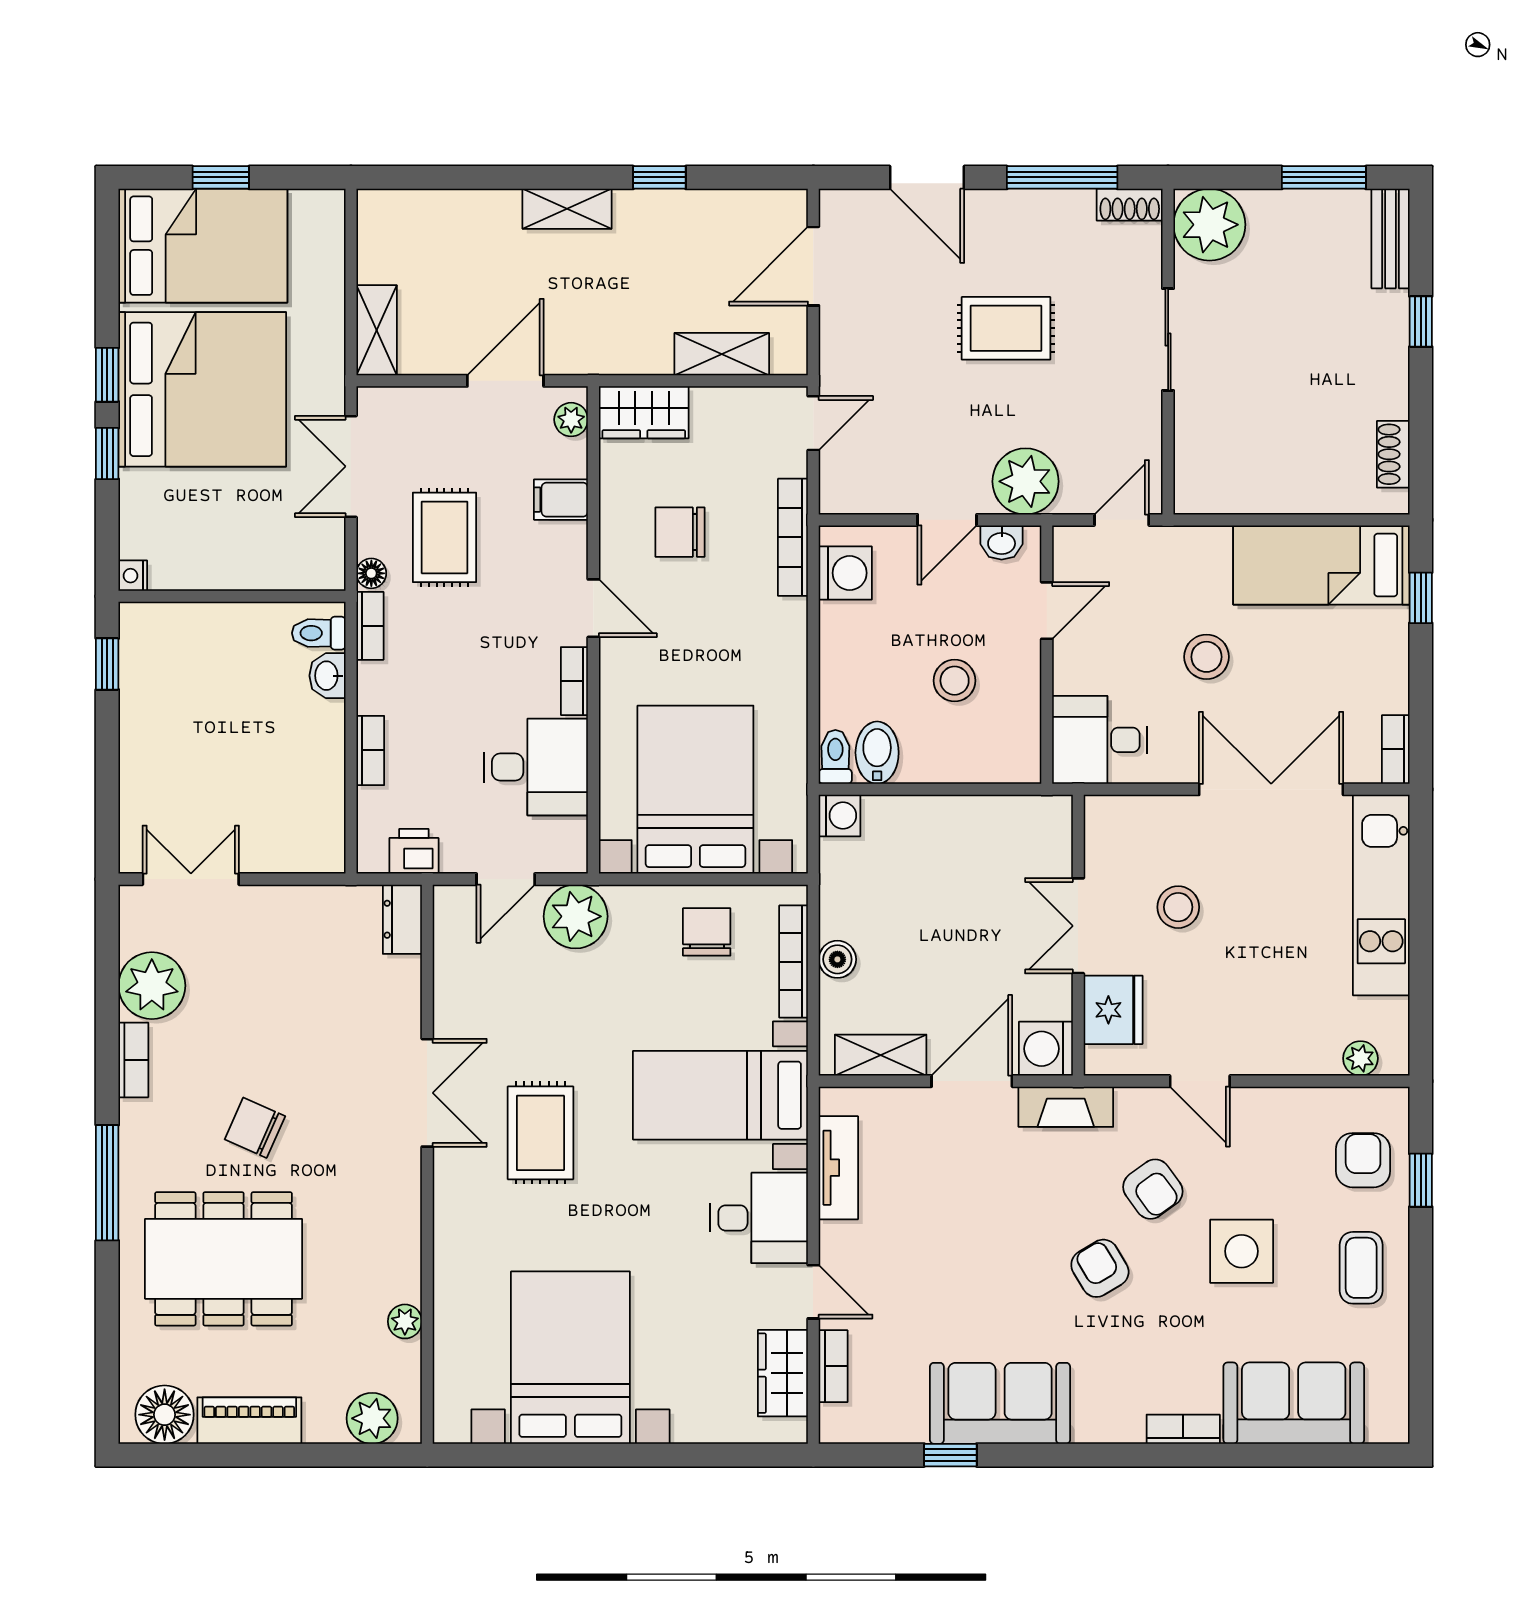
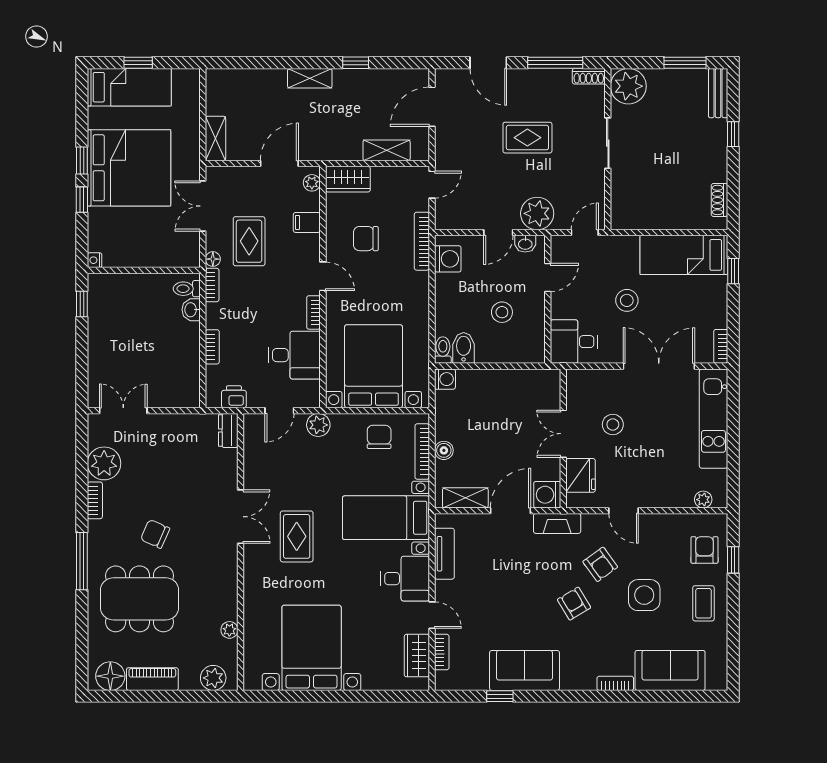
bed: (203, 246) -> (129, 87), width x0.67
plant: (576, 916) -> (318, 425), width x0.73, depth x0.73

